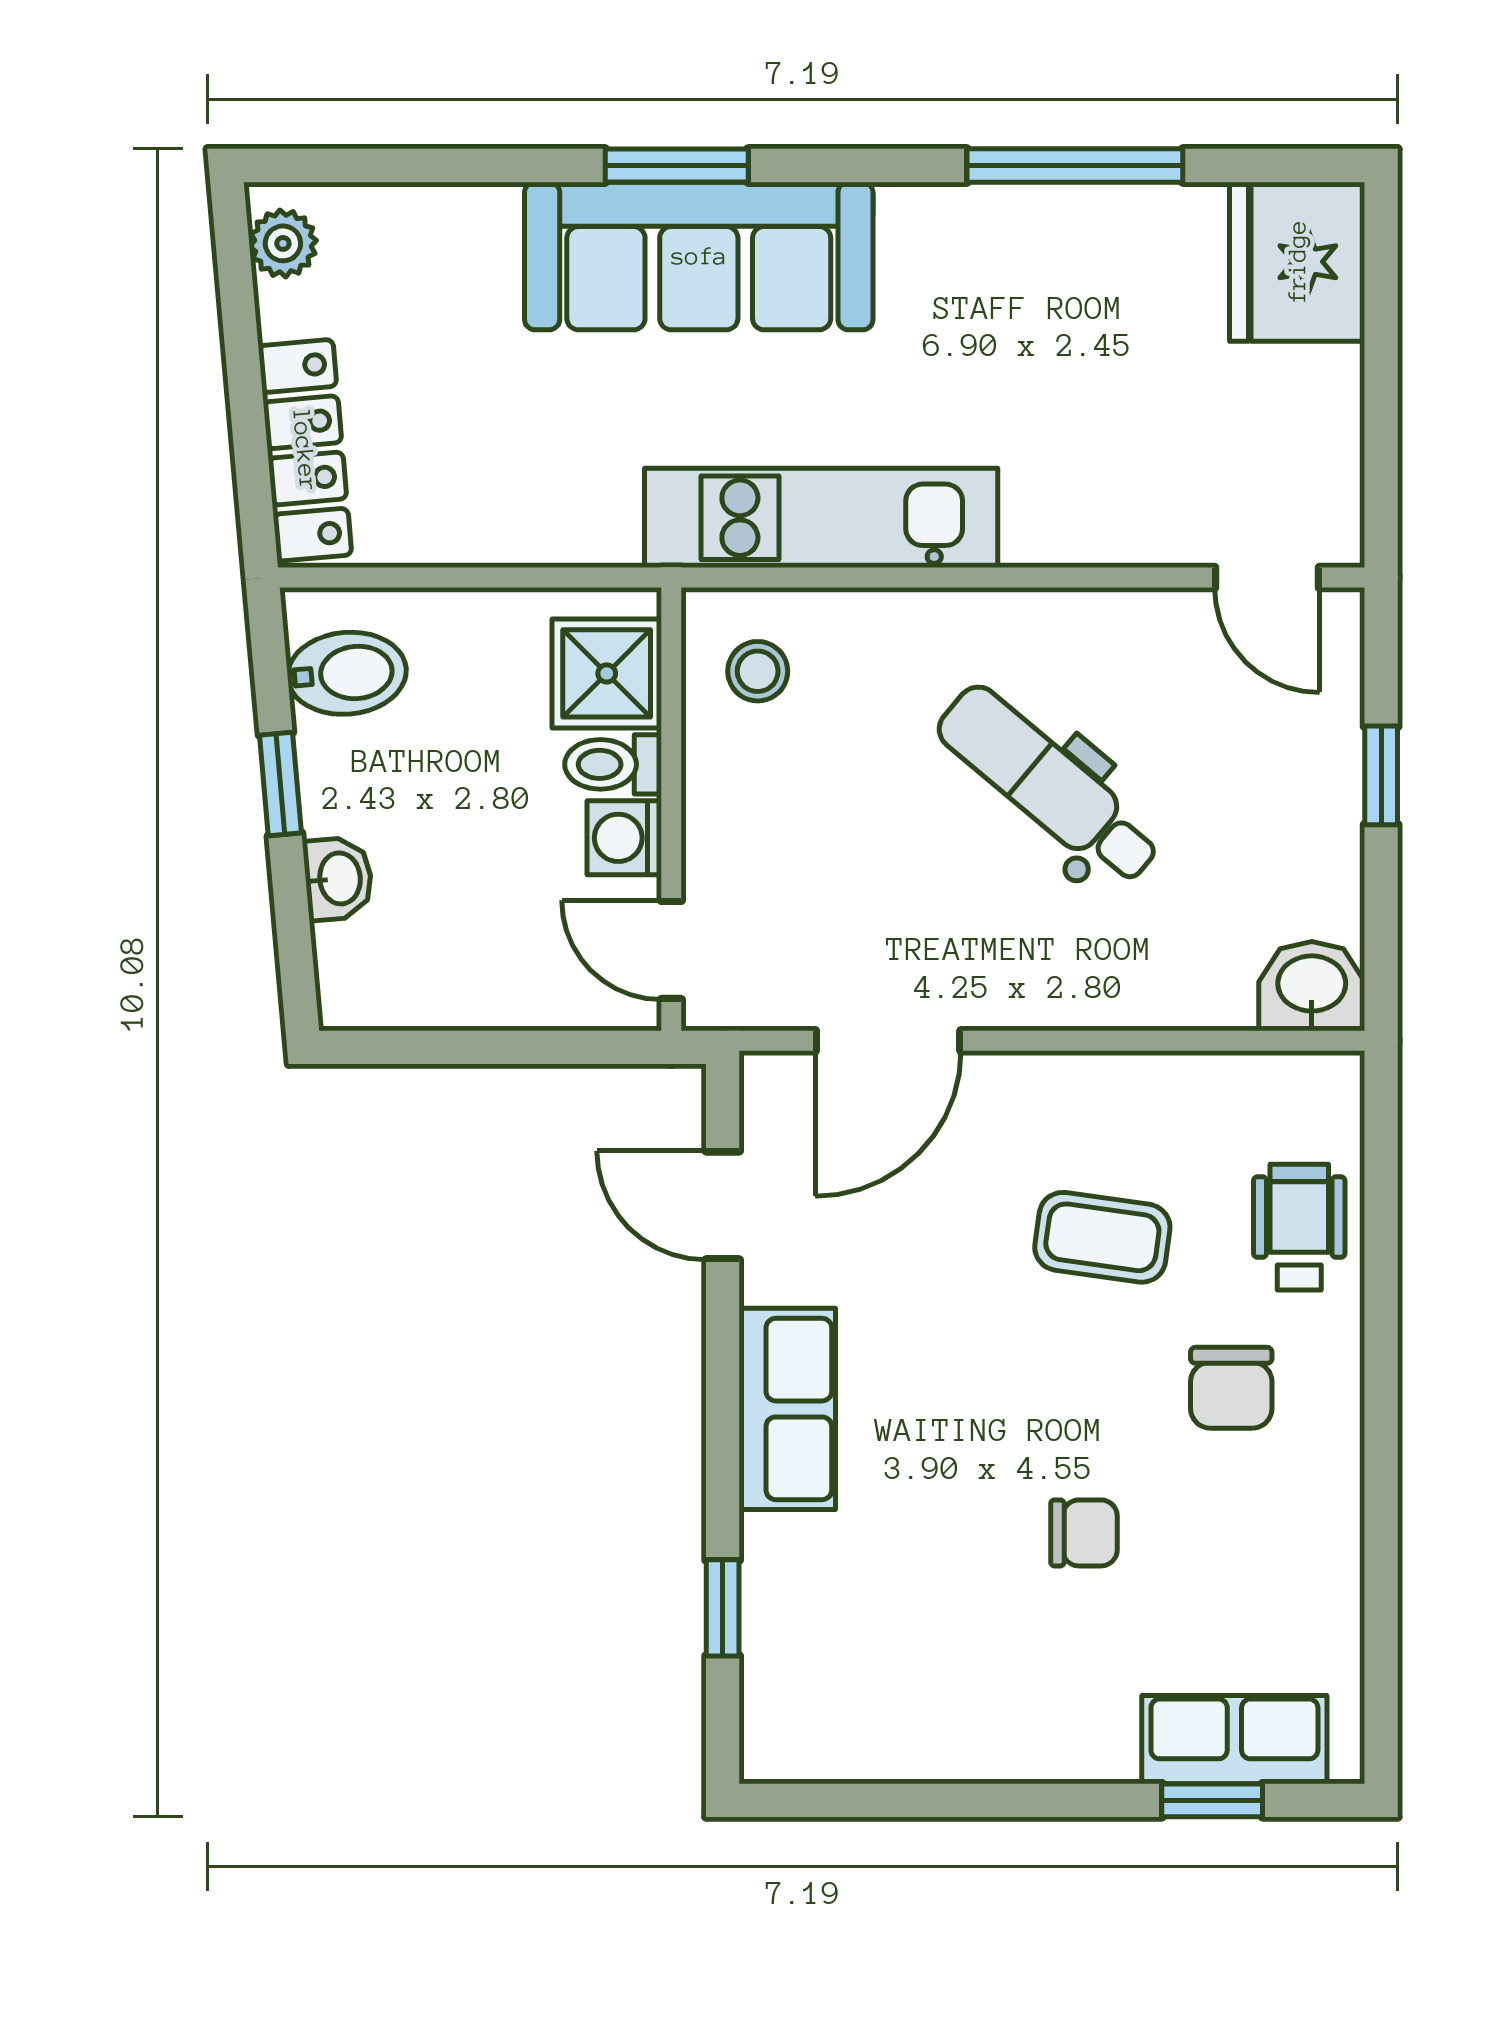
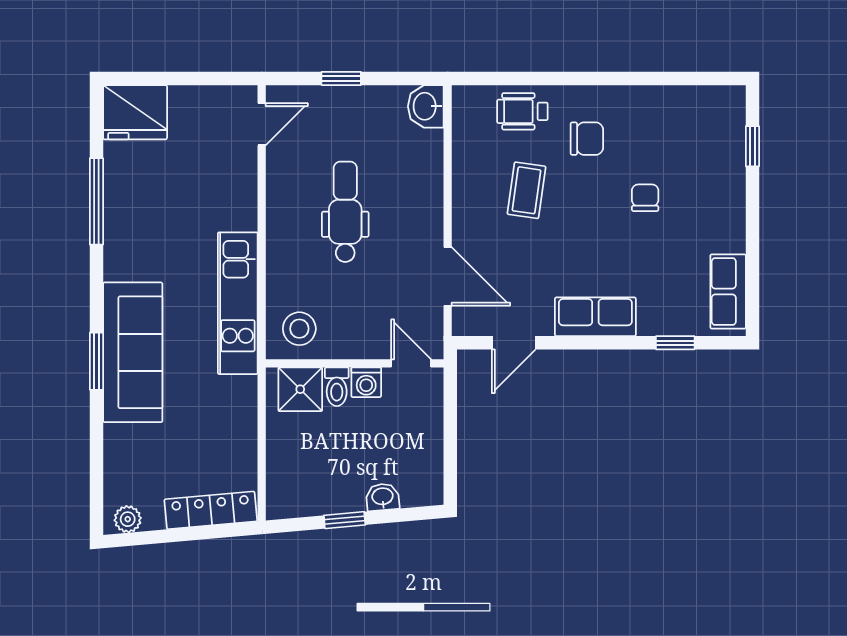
stool: (758, 671) -> (299, 329), width x1.37, depth x1.37
bidet: (347, 673) -> (300, 493), removed
dental chair: (1049, 786) -> (345, 212), turned 140
door: (671, 950) -> (411, 363), swing flipped
row of seats: (1234, 1740) -> (728, 292), moved

